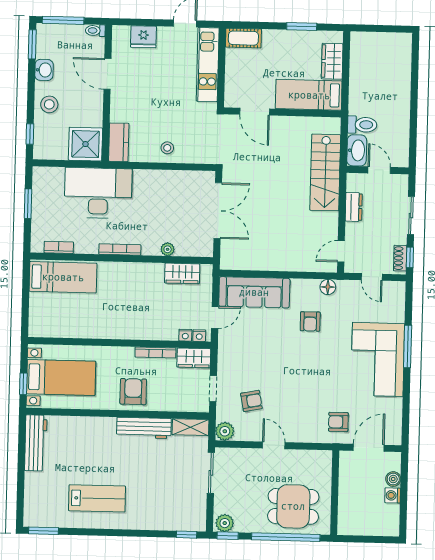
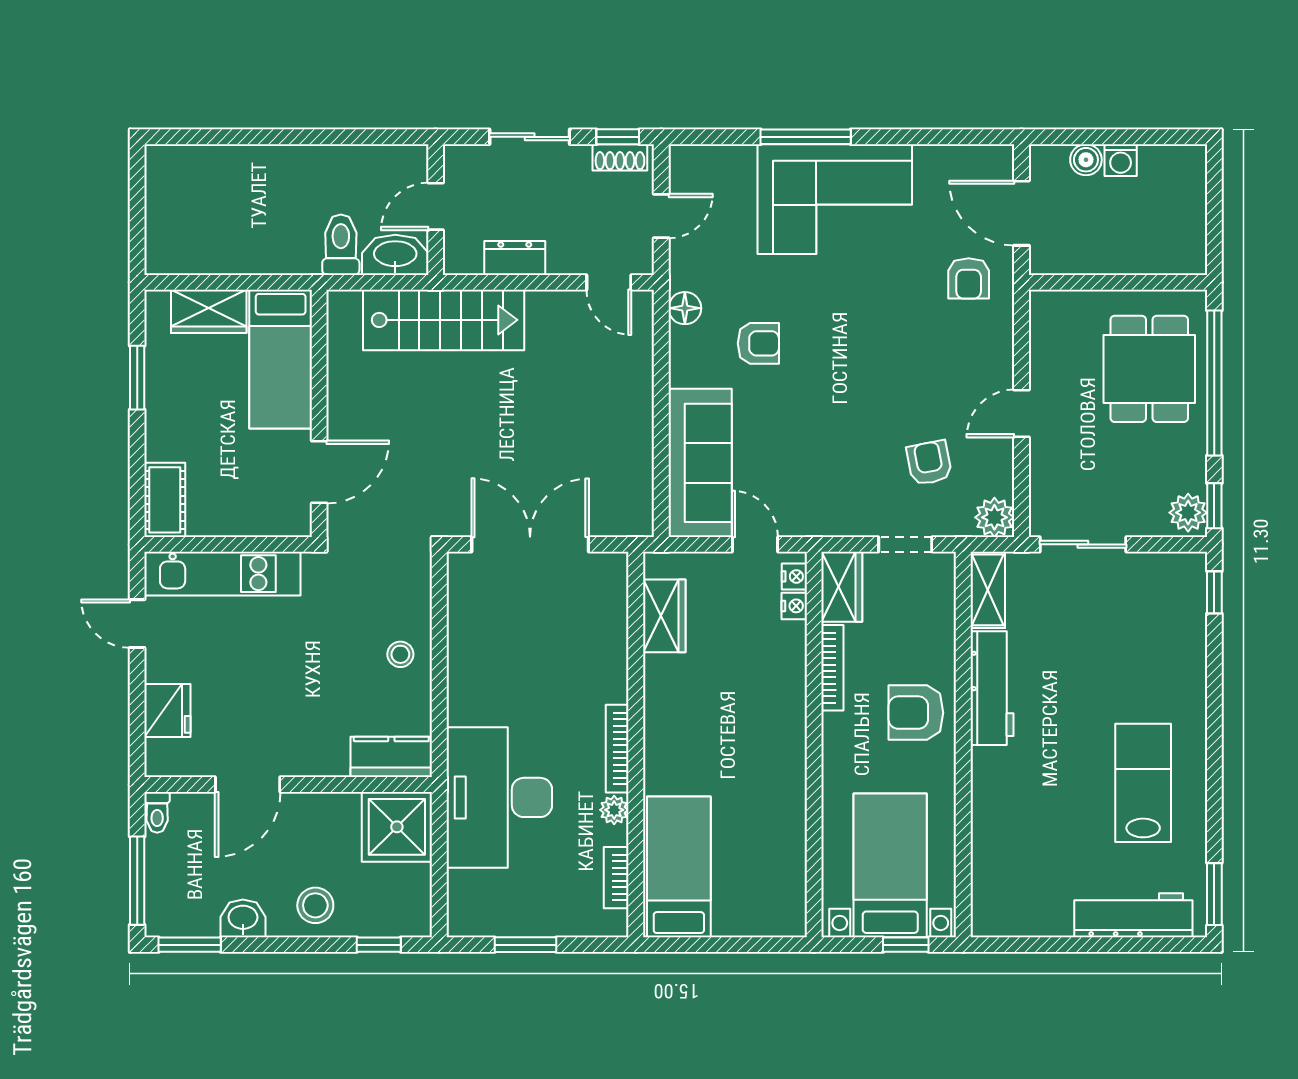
plant: (168, 249) -> (614, 810), moved
workbench: (36, 443) -> (1133, 915), moved

